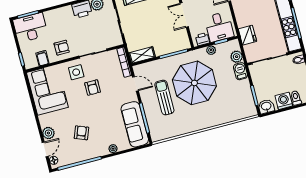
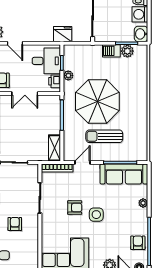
armchair: (62, 48) -> (15, 224), moved
plant: (237, 57) -> (127, 51), moved
filing cabinet: (42, 58) -> (31, 251), removed
barbecue: (240, 71) -> (111, 51), moved
side table: (76, 72) -> (96, 215), moved
armchair: (81, 133) -> (138, 243), moved, turned 69

